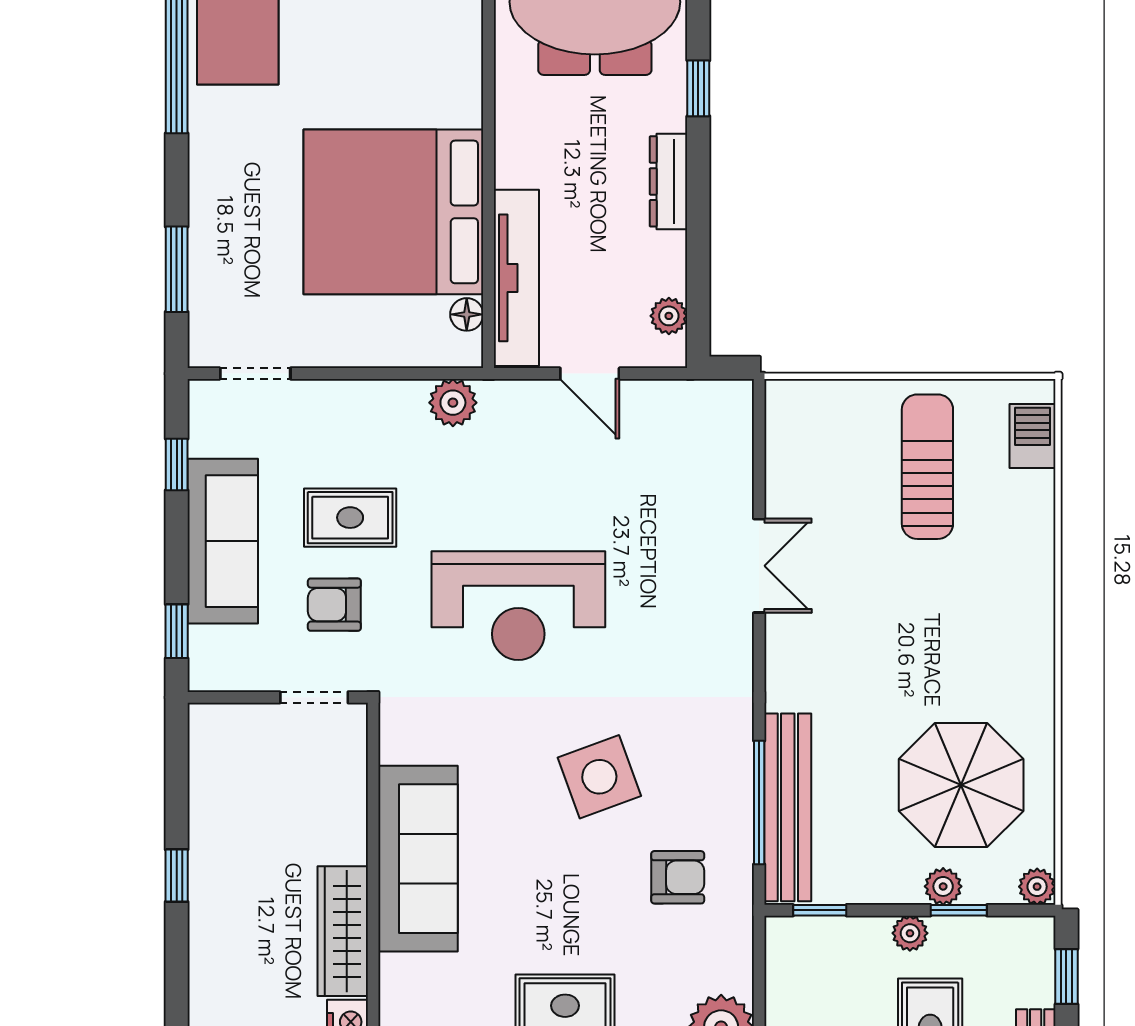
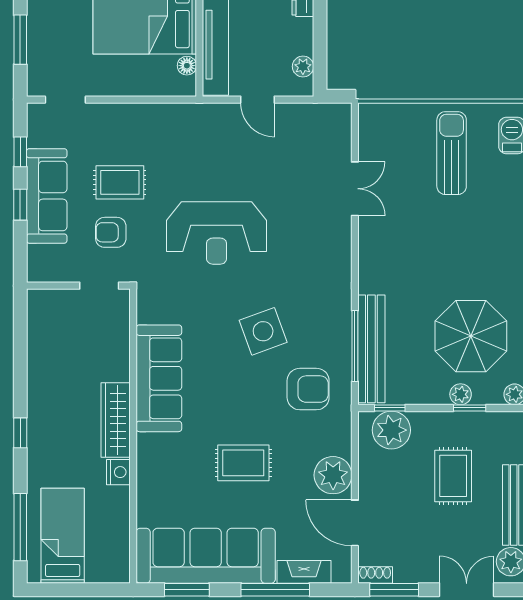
plant: (453, 403) -> (179, 116), removed
double door: (759, 566) -> (355, 189), moved
window: (177, 631) -> (20, 205), moved
window: (177, 876) -> (20, 433), moved
armchair: (678, 877) -> (308, 389), width x1.38, depth x1.38
plant: (910, 933) -> (391, 430), moved, width x1.87, depth x1.87

